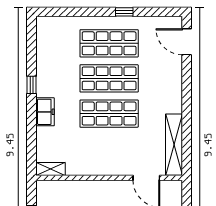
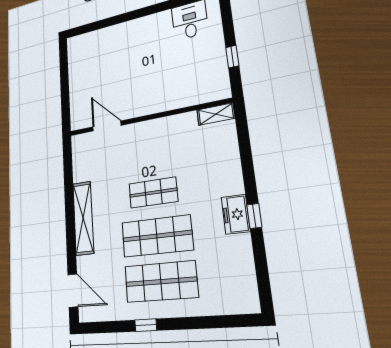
freezer: (45, 112) -> (236, 214), moved
shop shelf: (109, 114) -> (153, 193), width x0.70, depth x0.74
shelving: (174, 145) -> (83, 218), moved

